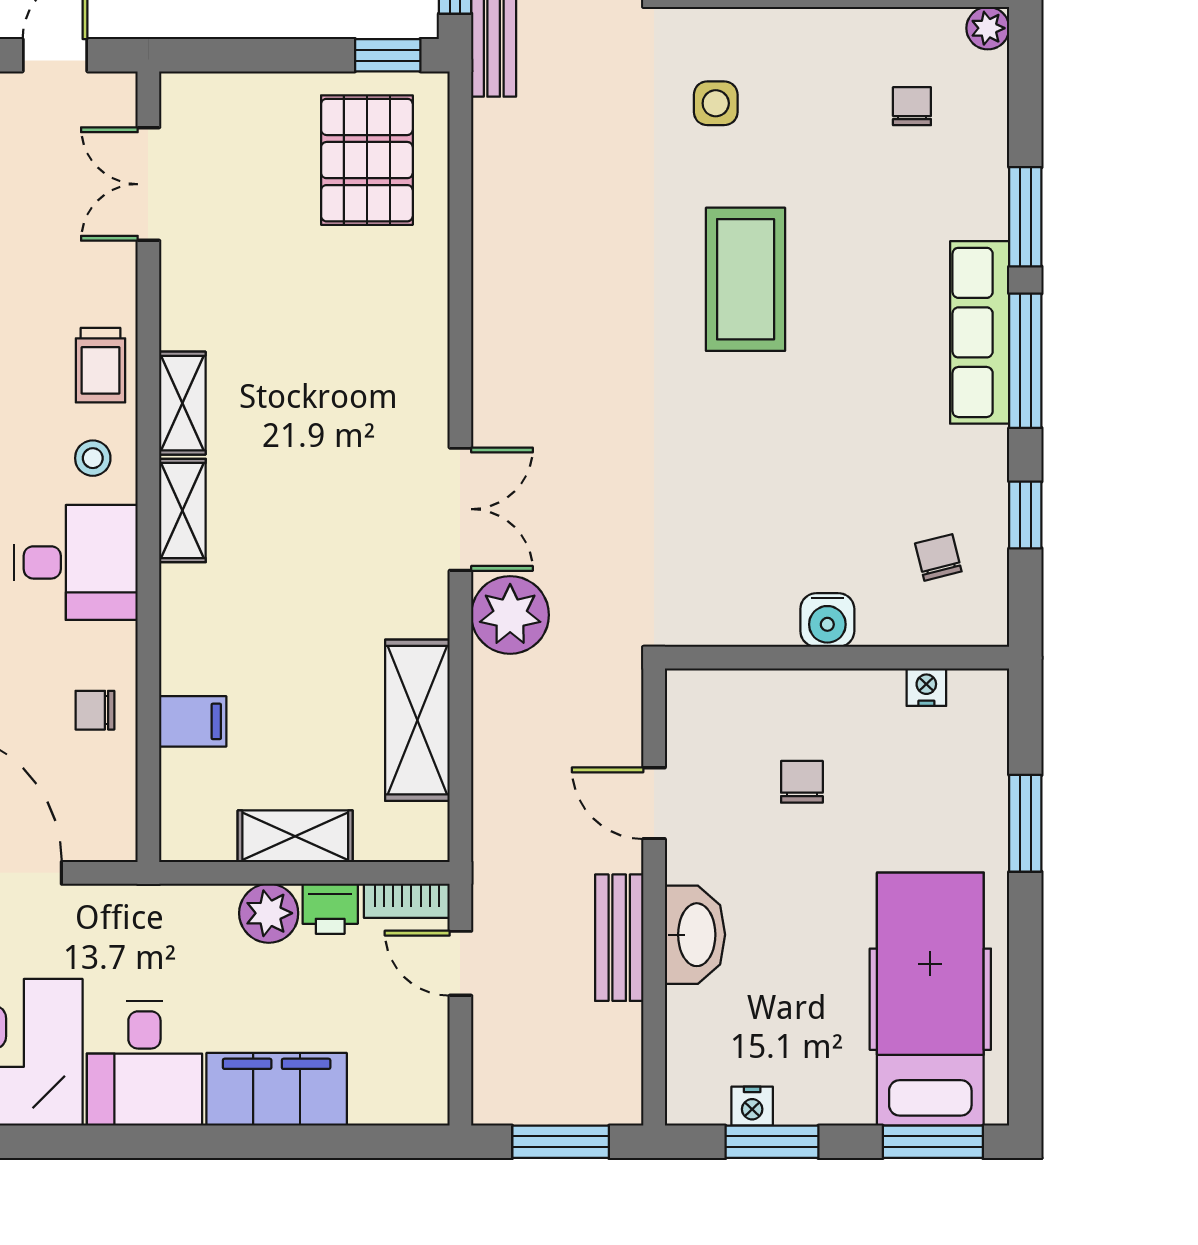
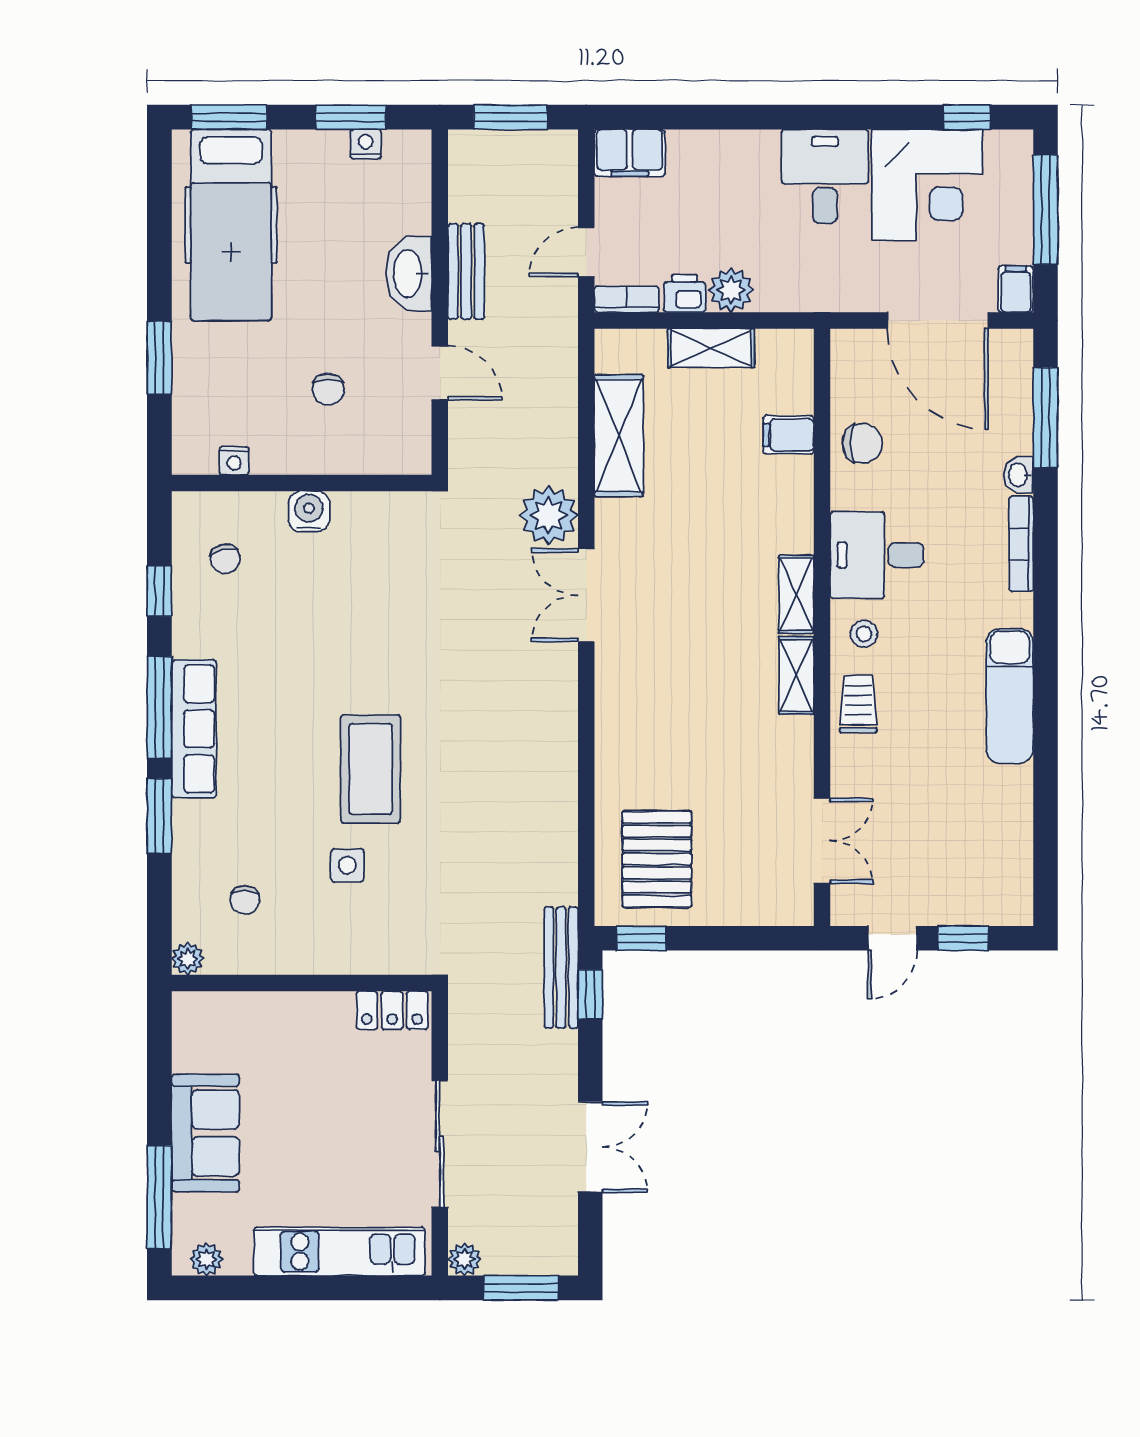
side table: (716, 103) -> (347, 865), moved
chair: (95, 710) -> (862, 443), width x1.37, depth x1.37
door: (460, 963) -> (586, 252), swing flipped
filing cabinet: (277, 1089) -> (630, 153), moved, width x0.67, depth x0.86

